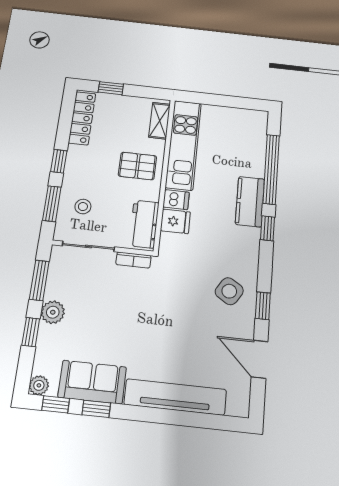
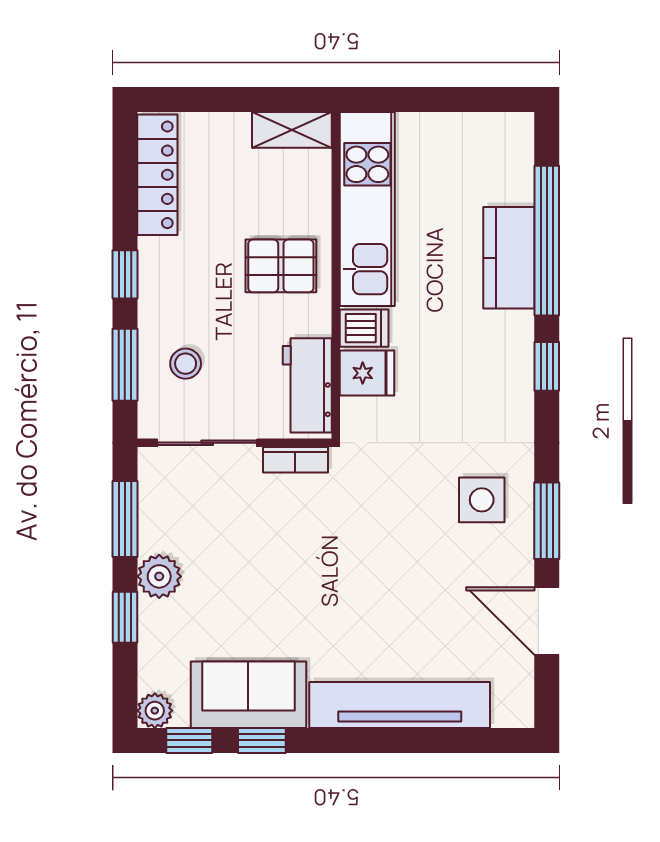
window: (111, 88) -> (206, 100), removed
shelving: (160, 121) -> (292, 130), moved, turned 90
kitchen counter: (250, 202) -> (509, 258), moved
side table: (229, 291) -> (482, 500), turned -32
window: (263, 306) -> (547, 521), width x1.50

